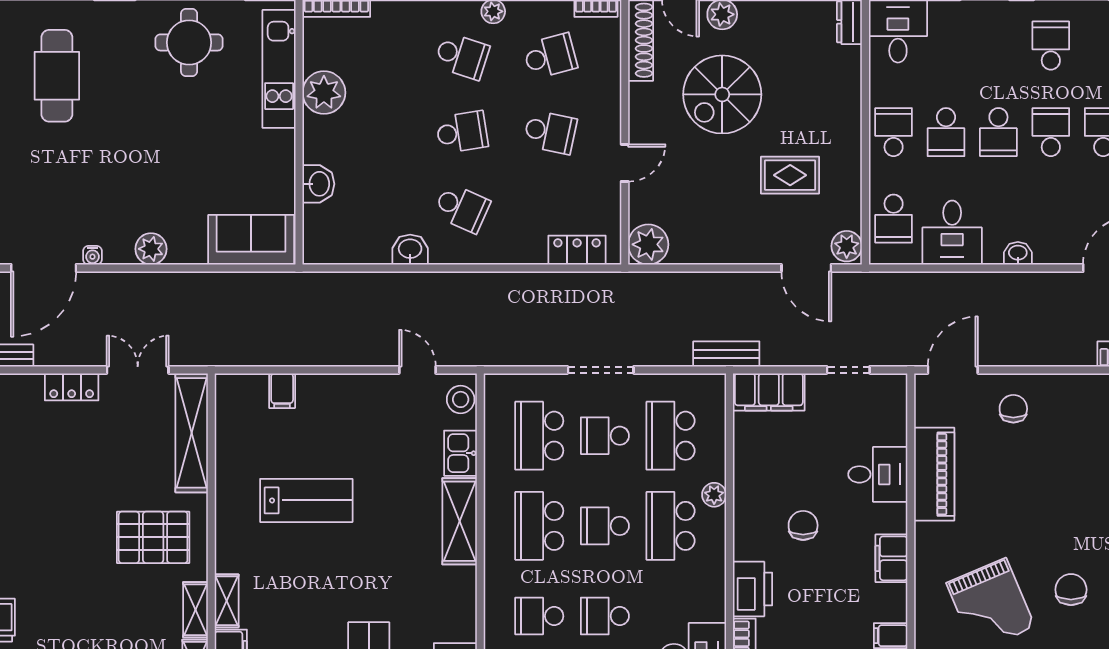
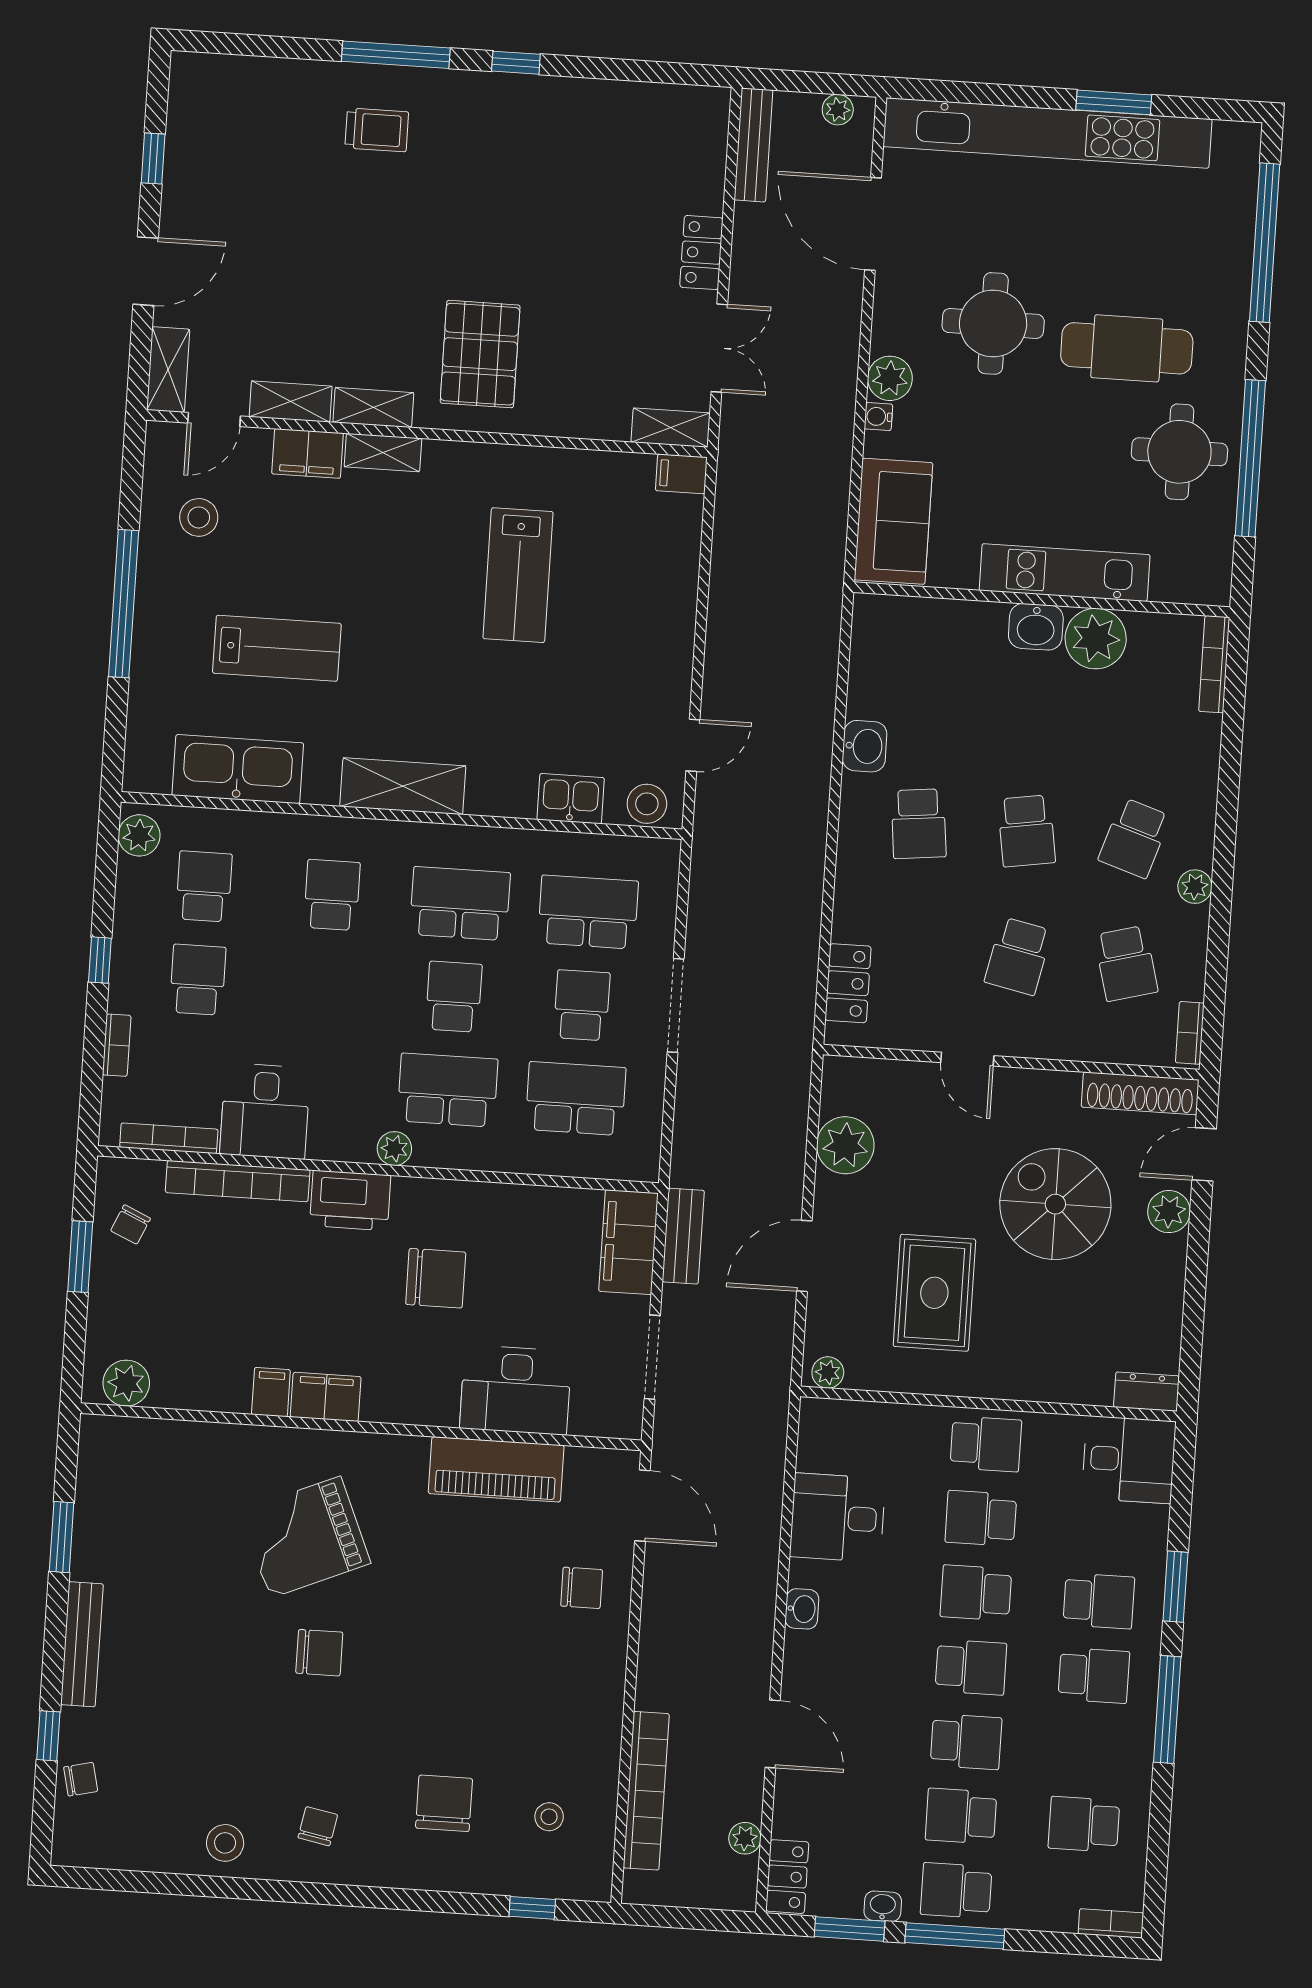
kitchen unit: (279, 69) -> (1065, 573), moved
cafe table: (57, 76) -> (1127, 348), moved
rug: (790, 175) -> (934, 1293), width x1.36, depth x1.43
round table: (108, 179) -> (993, 323), added
washbasin: (318, 184) -> (1036, 627), moved
school desk: (462, 208) -> (919, 824), turned -30
school desk: (894, 219) -> (1099, 1601), moved, turned 180
plant: (648, 244) -> (845, 1145), moved
plant: (847, 246) -> (828, 1372), width x0.73, depth x0.73
water cooler: (92, 255) -> (878, 417), moved
door: (806, 268) -> (804, 1256), moved
bench: (726, 354) -> (683, 1236), moved
doorway: (848, 370) -> (652, 1357), width x1.38
filing cabinet: (282, 391) -> (681, 474), moved
shelving: (192, 433) -> (671, 428), width x0.45, depth x0.75
desk: (878, 474) -> (516, 1390), width x1.37
plant: (714, 495) -> (394, 1149), moved
shelving: (460, 521) -> (403, 786), moved
chair: (803, 525) -> (436, 1278), width x1.37, depth x1.37
filing cabinet: (891, 558) -> (326, 1397), moved
school desk: (605, 616) -> (326, 988), removed

